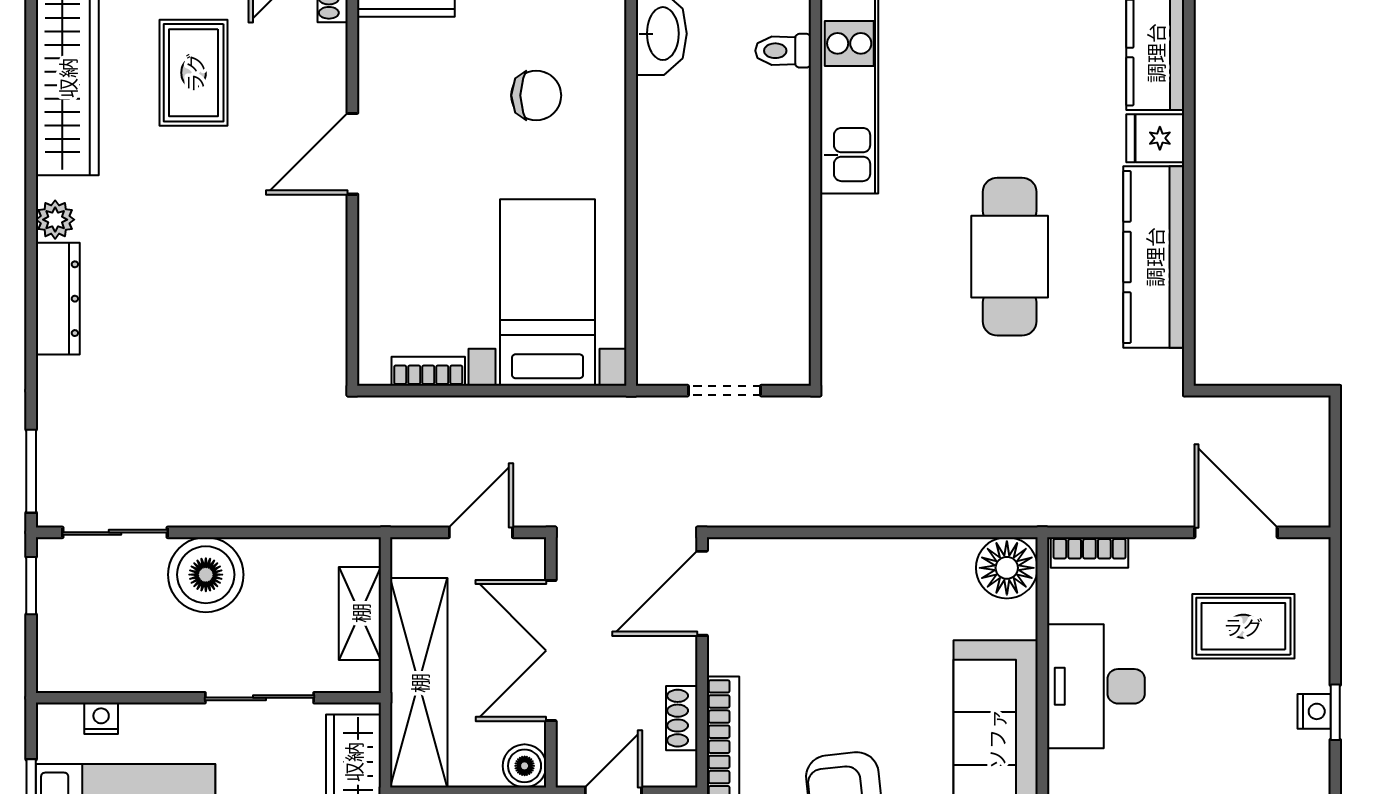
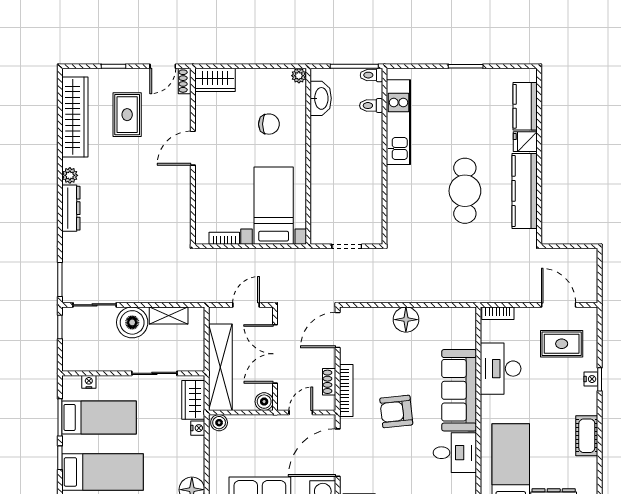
floor lamp: (1007, 568) -> (406, 320), moved
shelving: (360, 613) -> (169, 316), moved, turned 90

